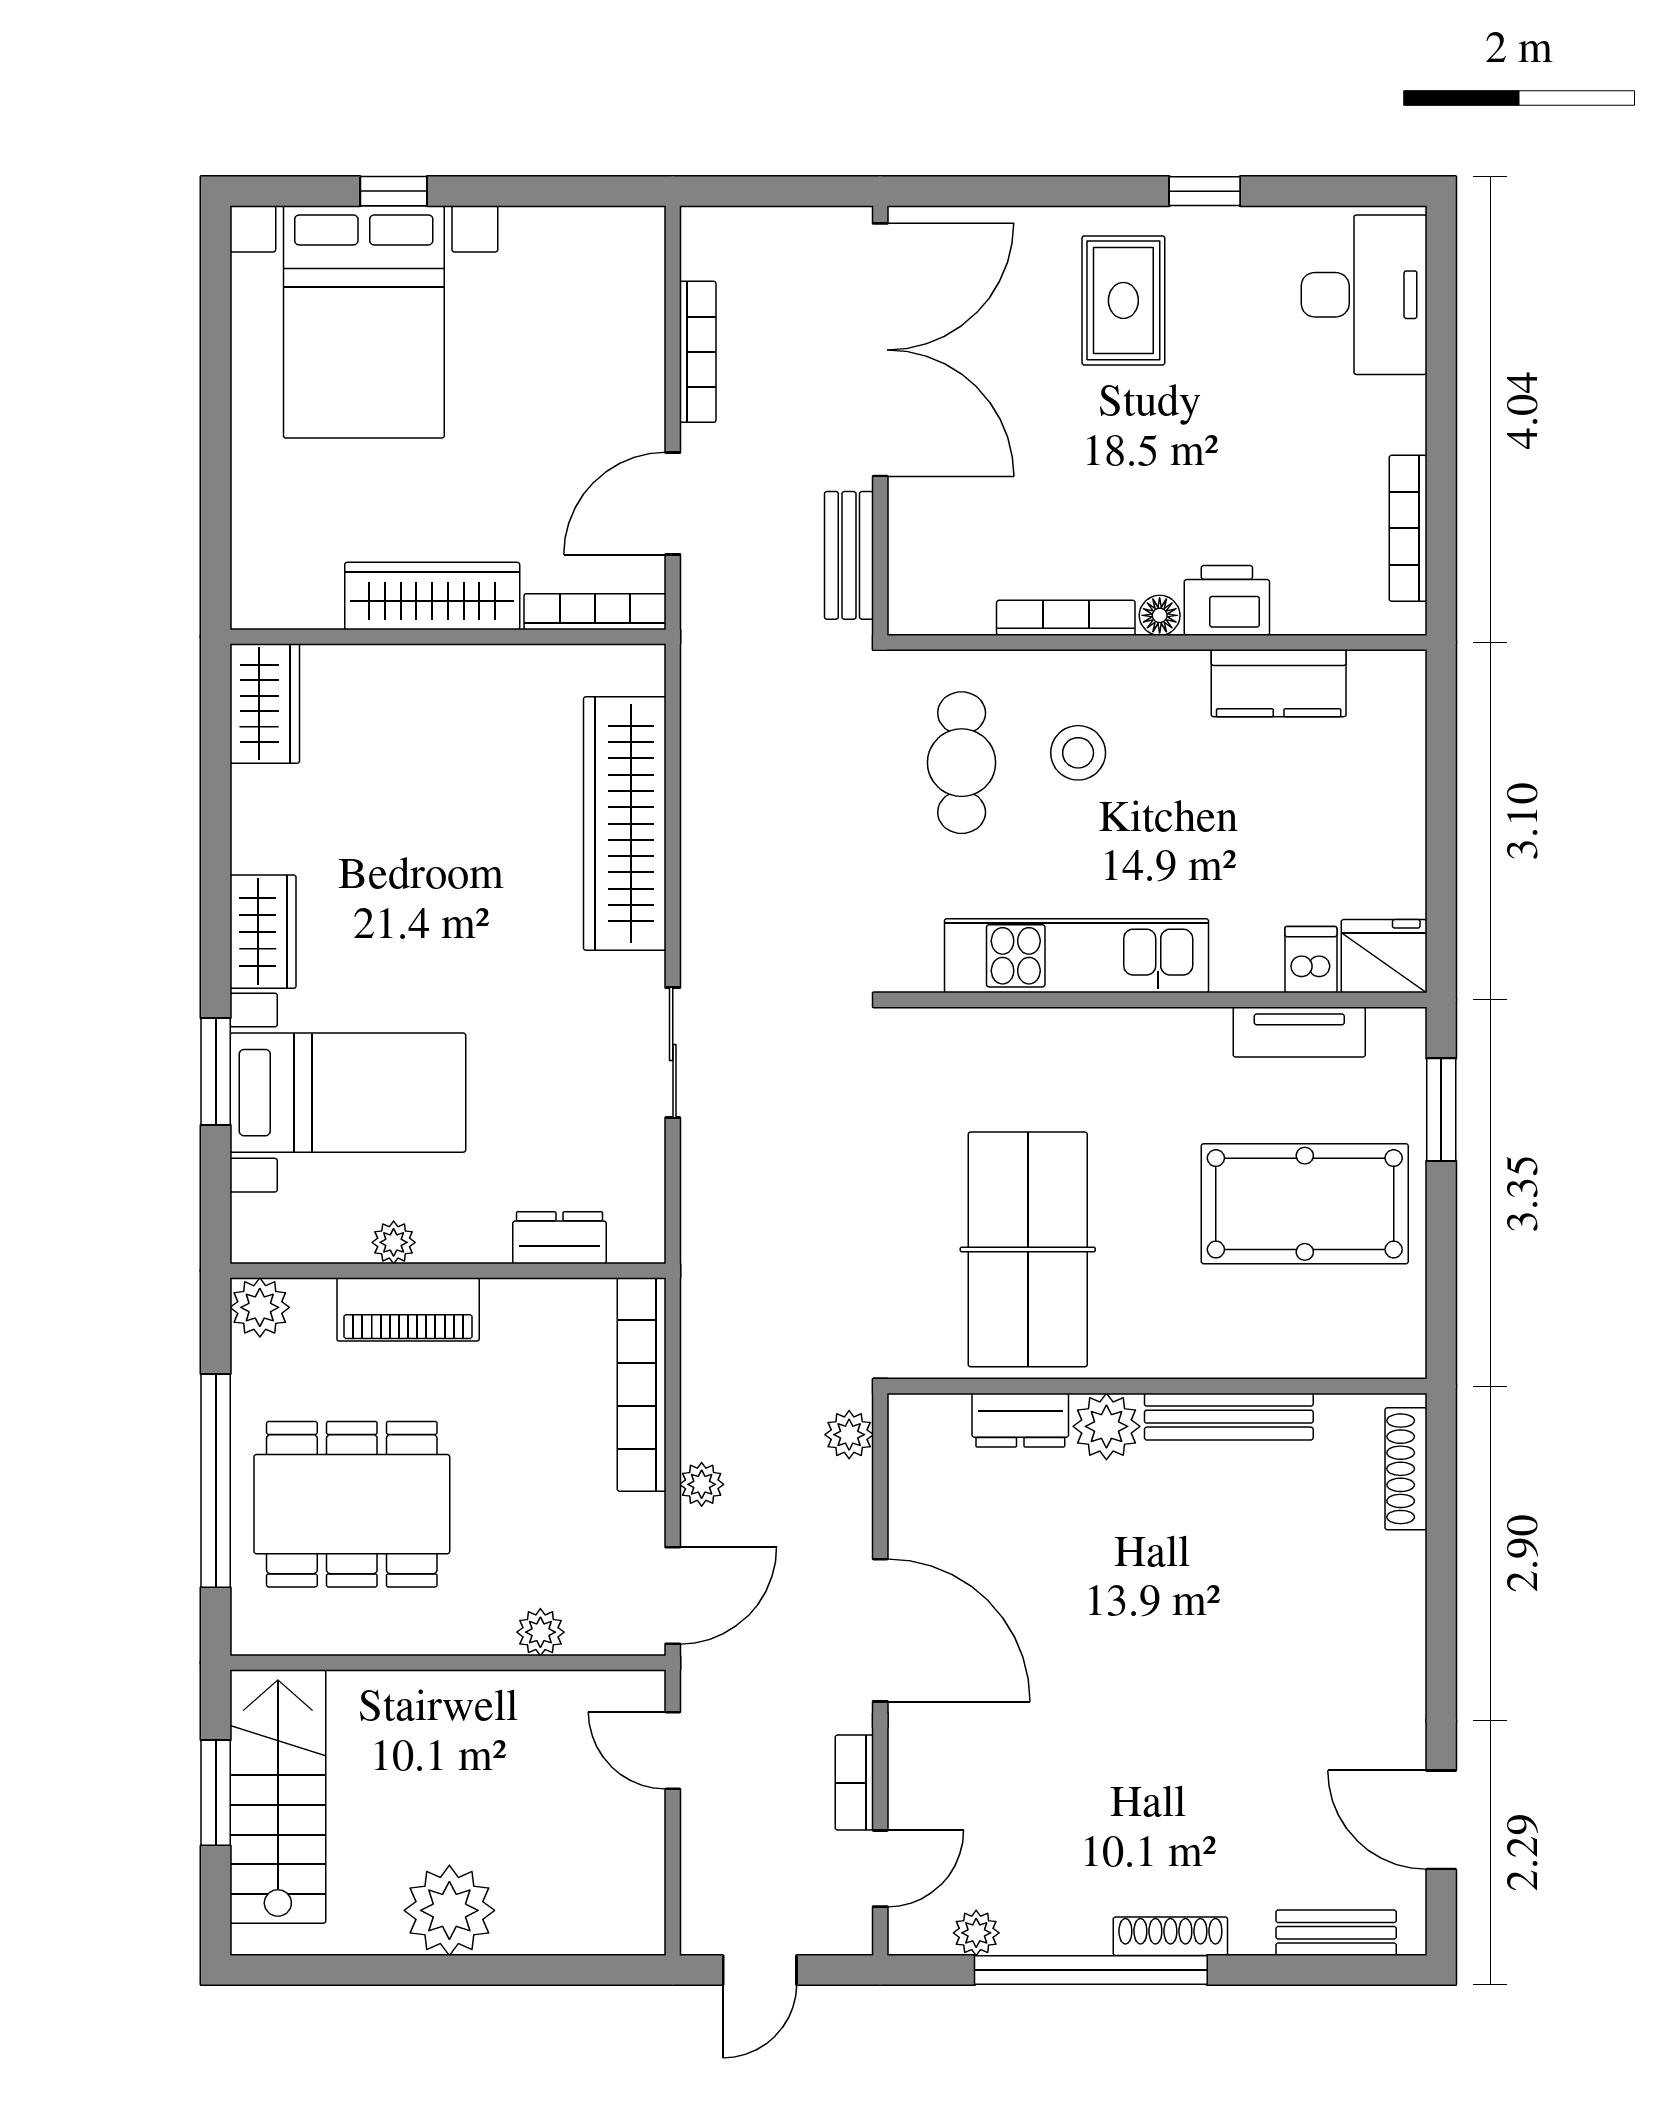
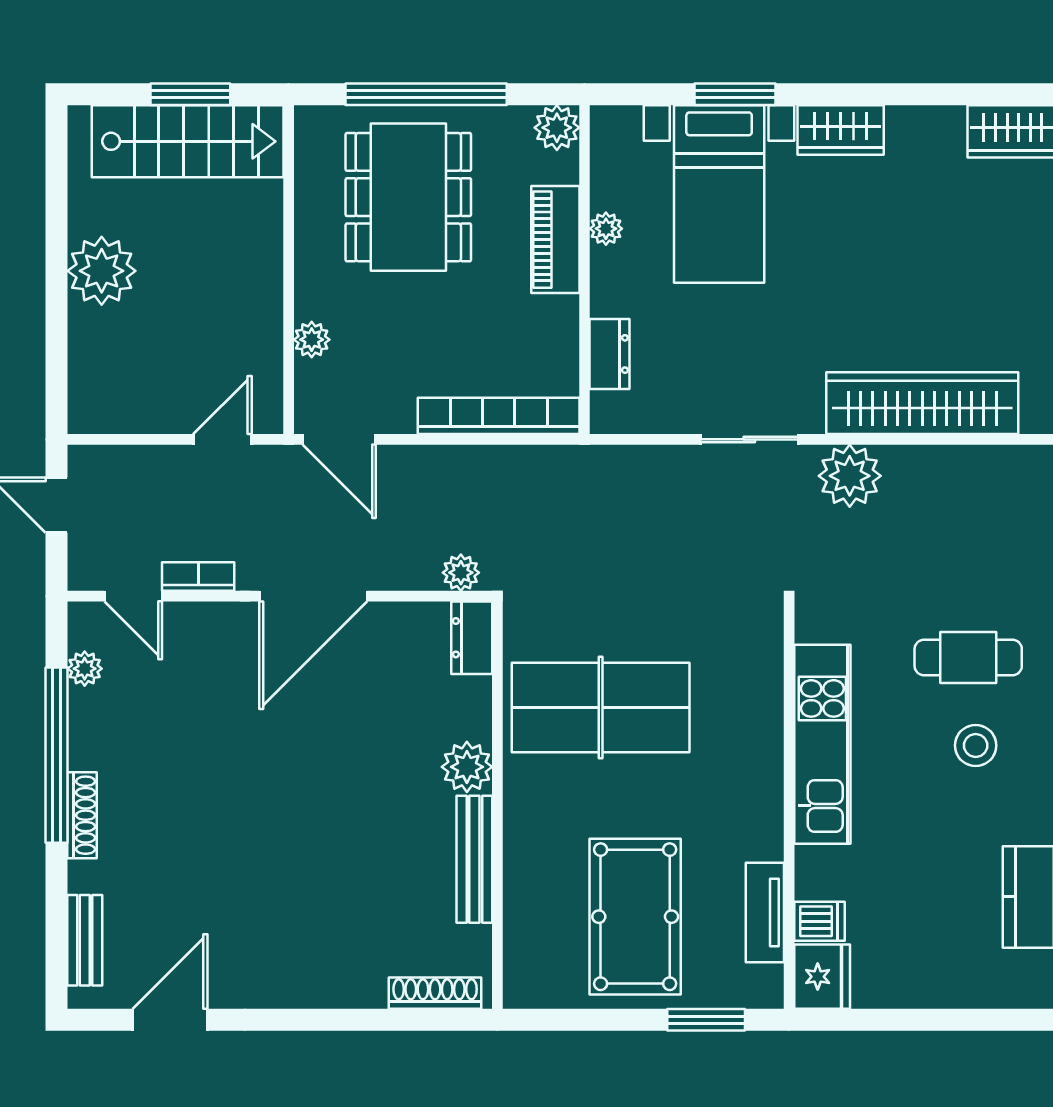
dresser: (1020, 1420) -> (472, 638), moved
plant: (702, 1484) -> (850, 476), moved, width x1.87, depth x1.87

